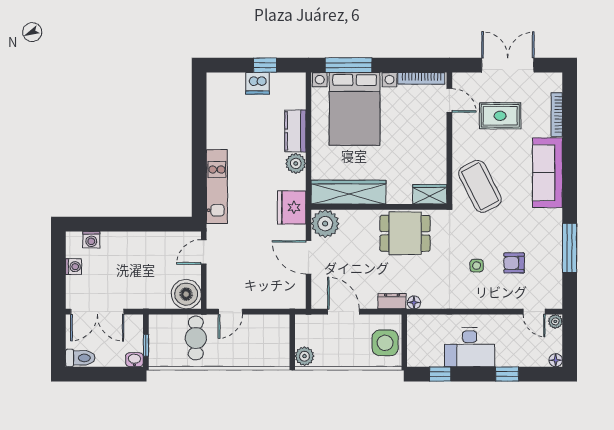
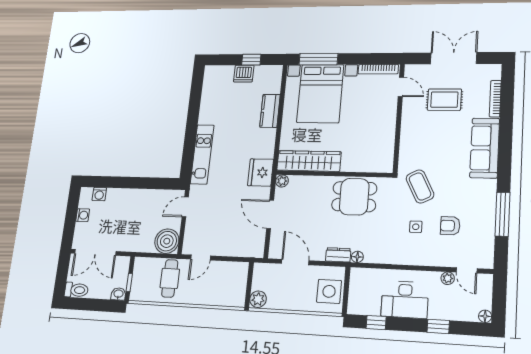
plant: (296, 163) -> (268, 137), removed
coffee table: (480, 186) -> (420, 186), moved, width x0.73, depth x0.76
wardrobe: (430, 194) -> (378, 164), removed
plant: (325, 224) -> (282, 181), width x0.53, depth x0.53
plant: (555, 321) -> (448, 278), moved

